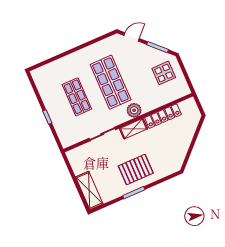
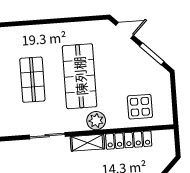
display table: (164, 73) -> (140, 107), moved

